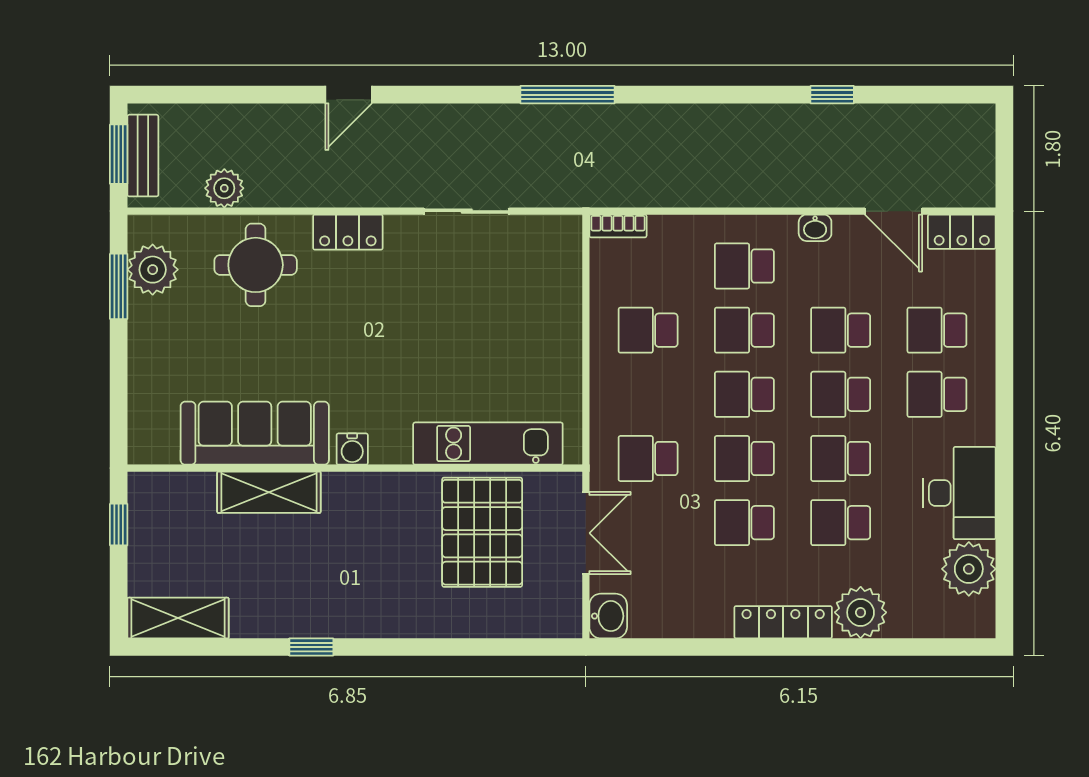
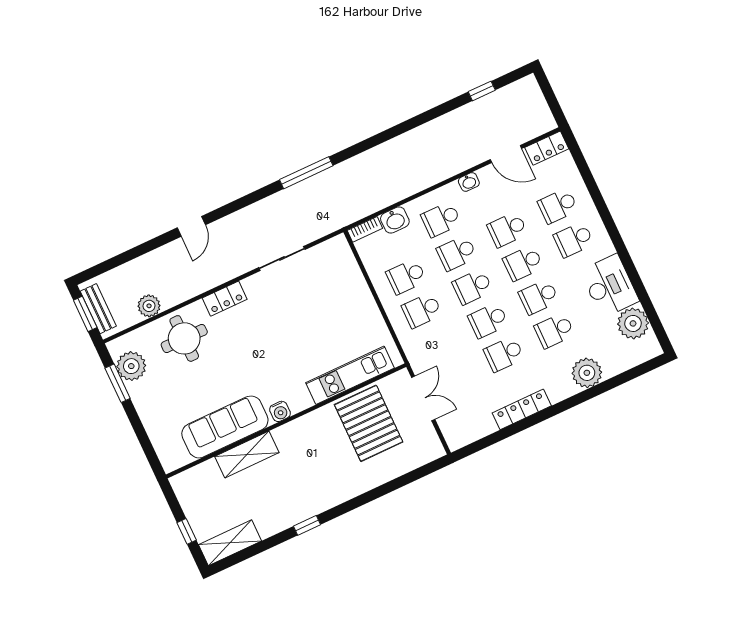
window: (832, 95) -> (482, 91), moved
school desk: (648, 458) -> (422, 310), moved
window: (119, 525) -> (187, 531), moved
washbasin: (608, 616) -> (395, 220), moved, turned 90
locker: (783, 622) -> (522, 409), moved

